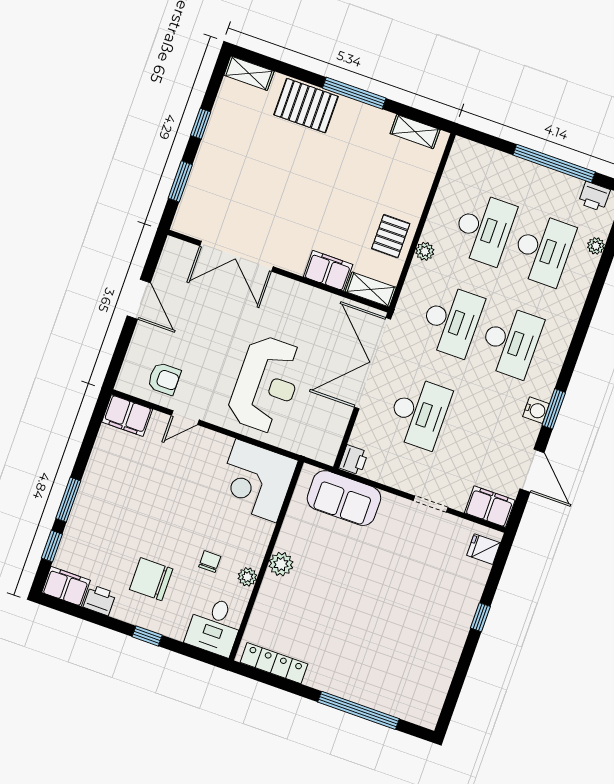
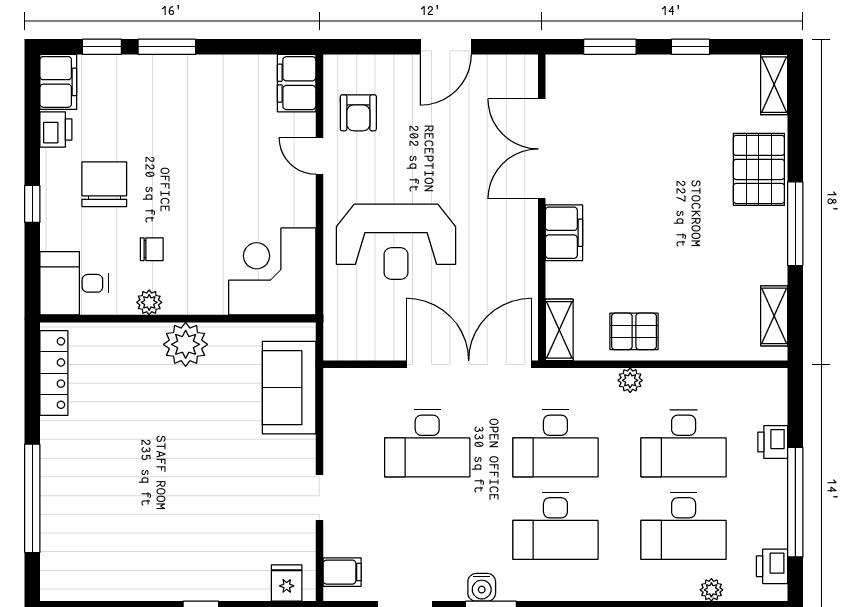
filing cabinet: (328, 271) -> (564, 233), moved
printer: (353, 460) -> (773, 442), moved, turned 90
filing cabinet: (490, 507) -> (342, 572), width x0.50
plant: (281, 564) -> (186, 344), width x1.36, depth x1.36

